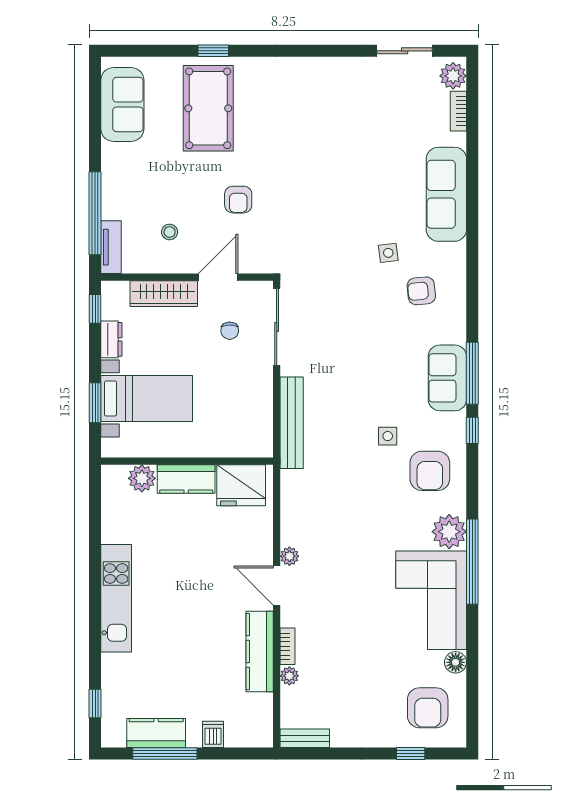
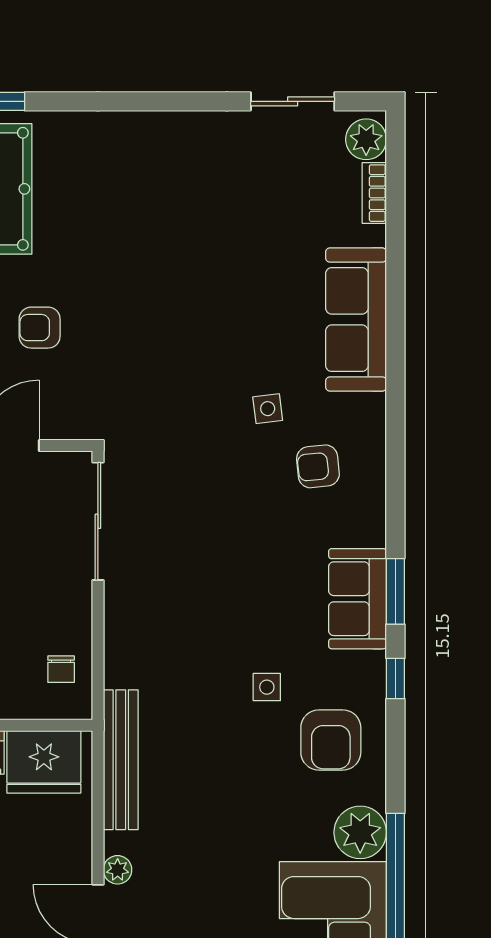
armchair: (238, 200) -> (40, 328), turned 90
chair: (230, 331) -> (61, 669), moved
window: (472, 373) -> (395, 591), width x0.69
bench: (292, 423) -> (121, 760), moved

